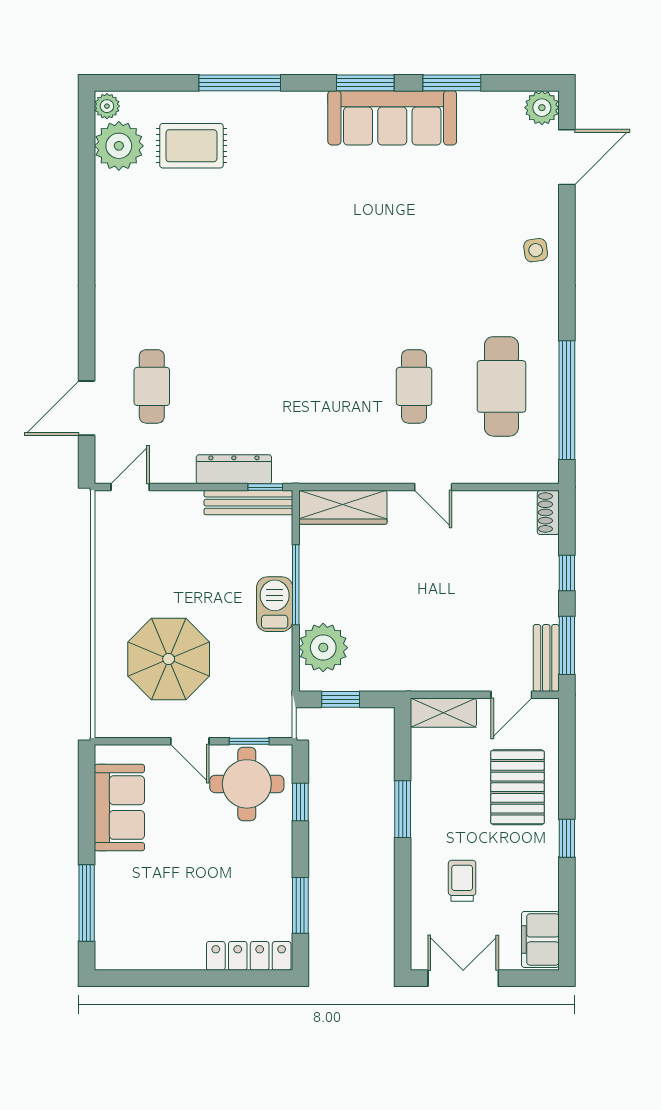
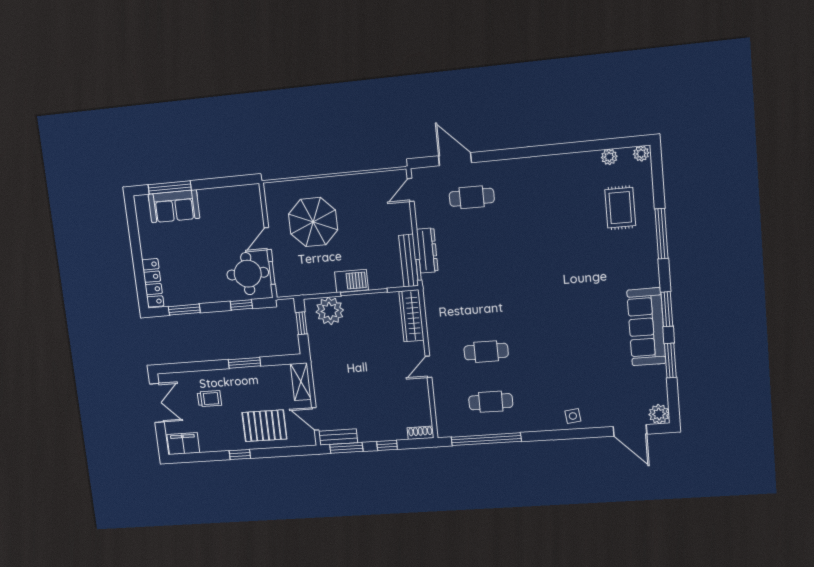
plant: (119, 146) -> (609, 157), width x0.53, depth x0.53
cafe table: (501, 386) -> (491, 402), width x0.73, depth x0.74
door: (130, 487) -> (411, 190), swing flipped
sofa: (119, 808) -> (174, 206), moved

